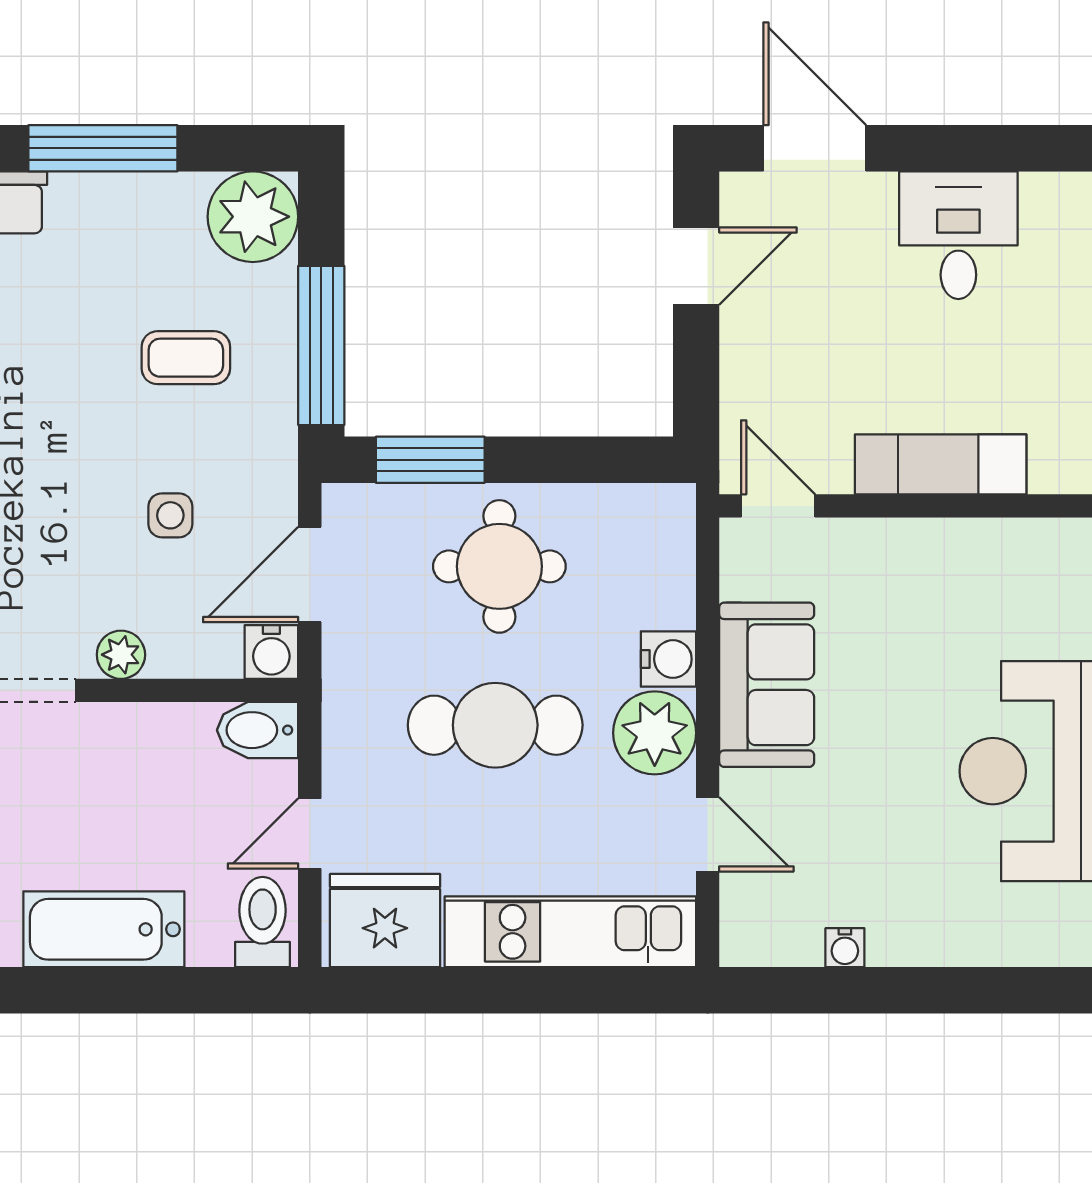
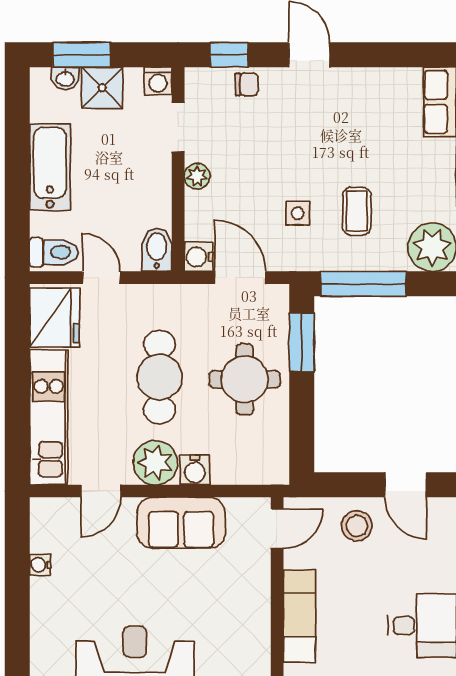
stool: (773, 357) -> (357, 526), added
side table: (170, 515) -> (298, 213), moved

